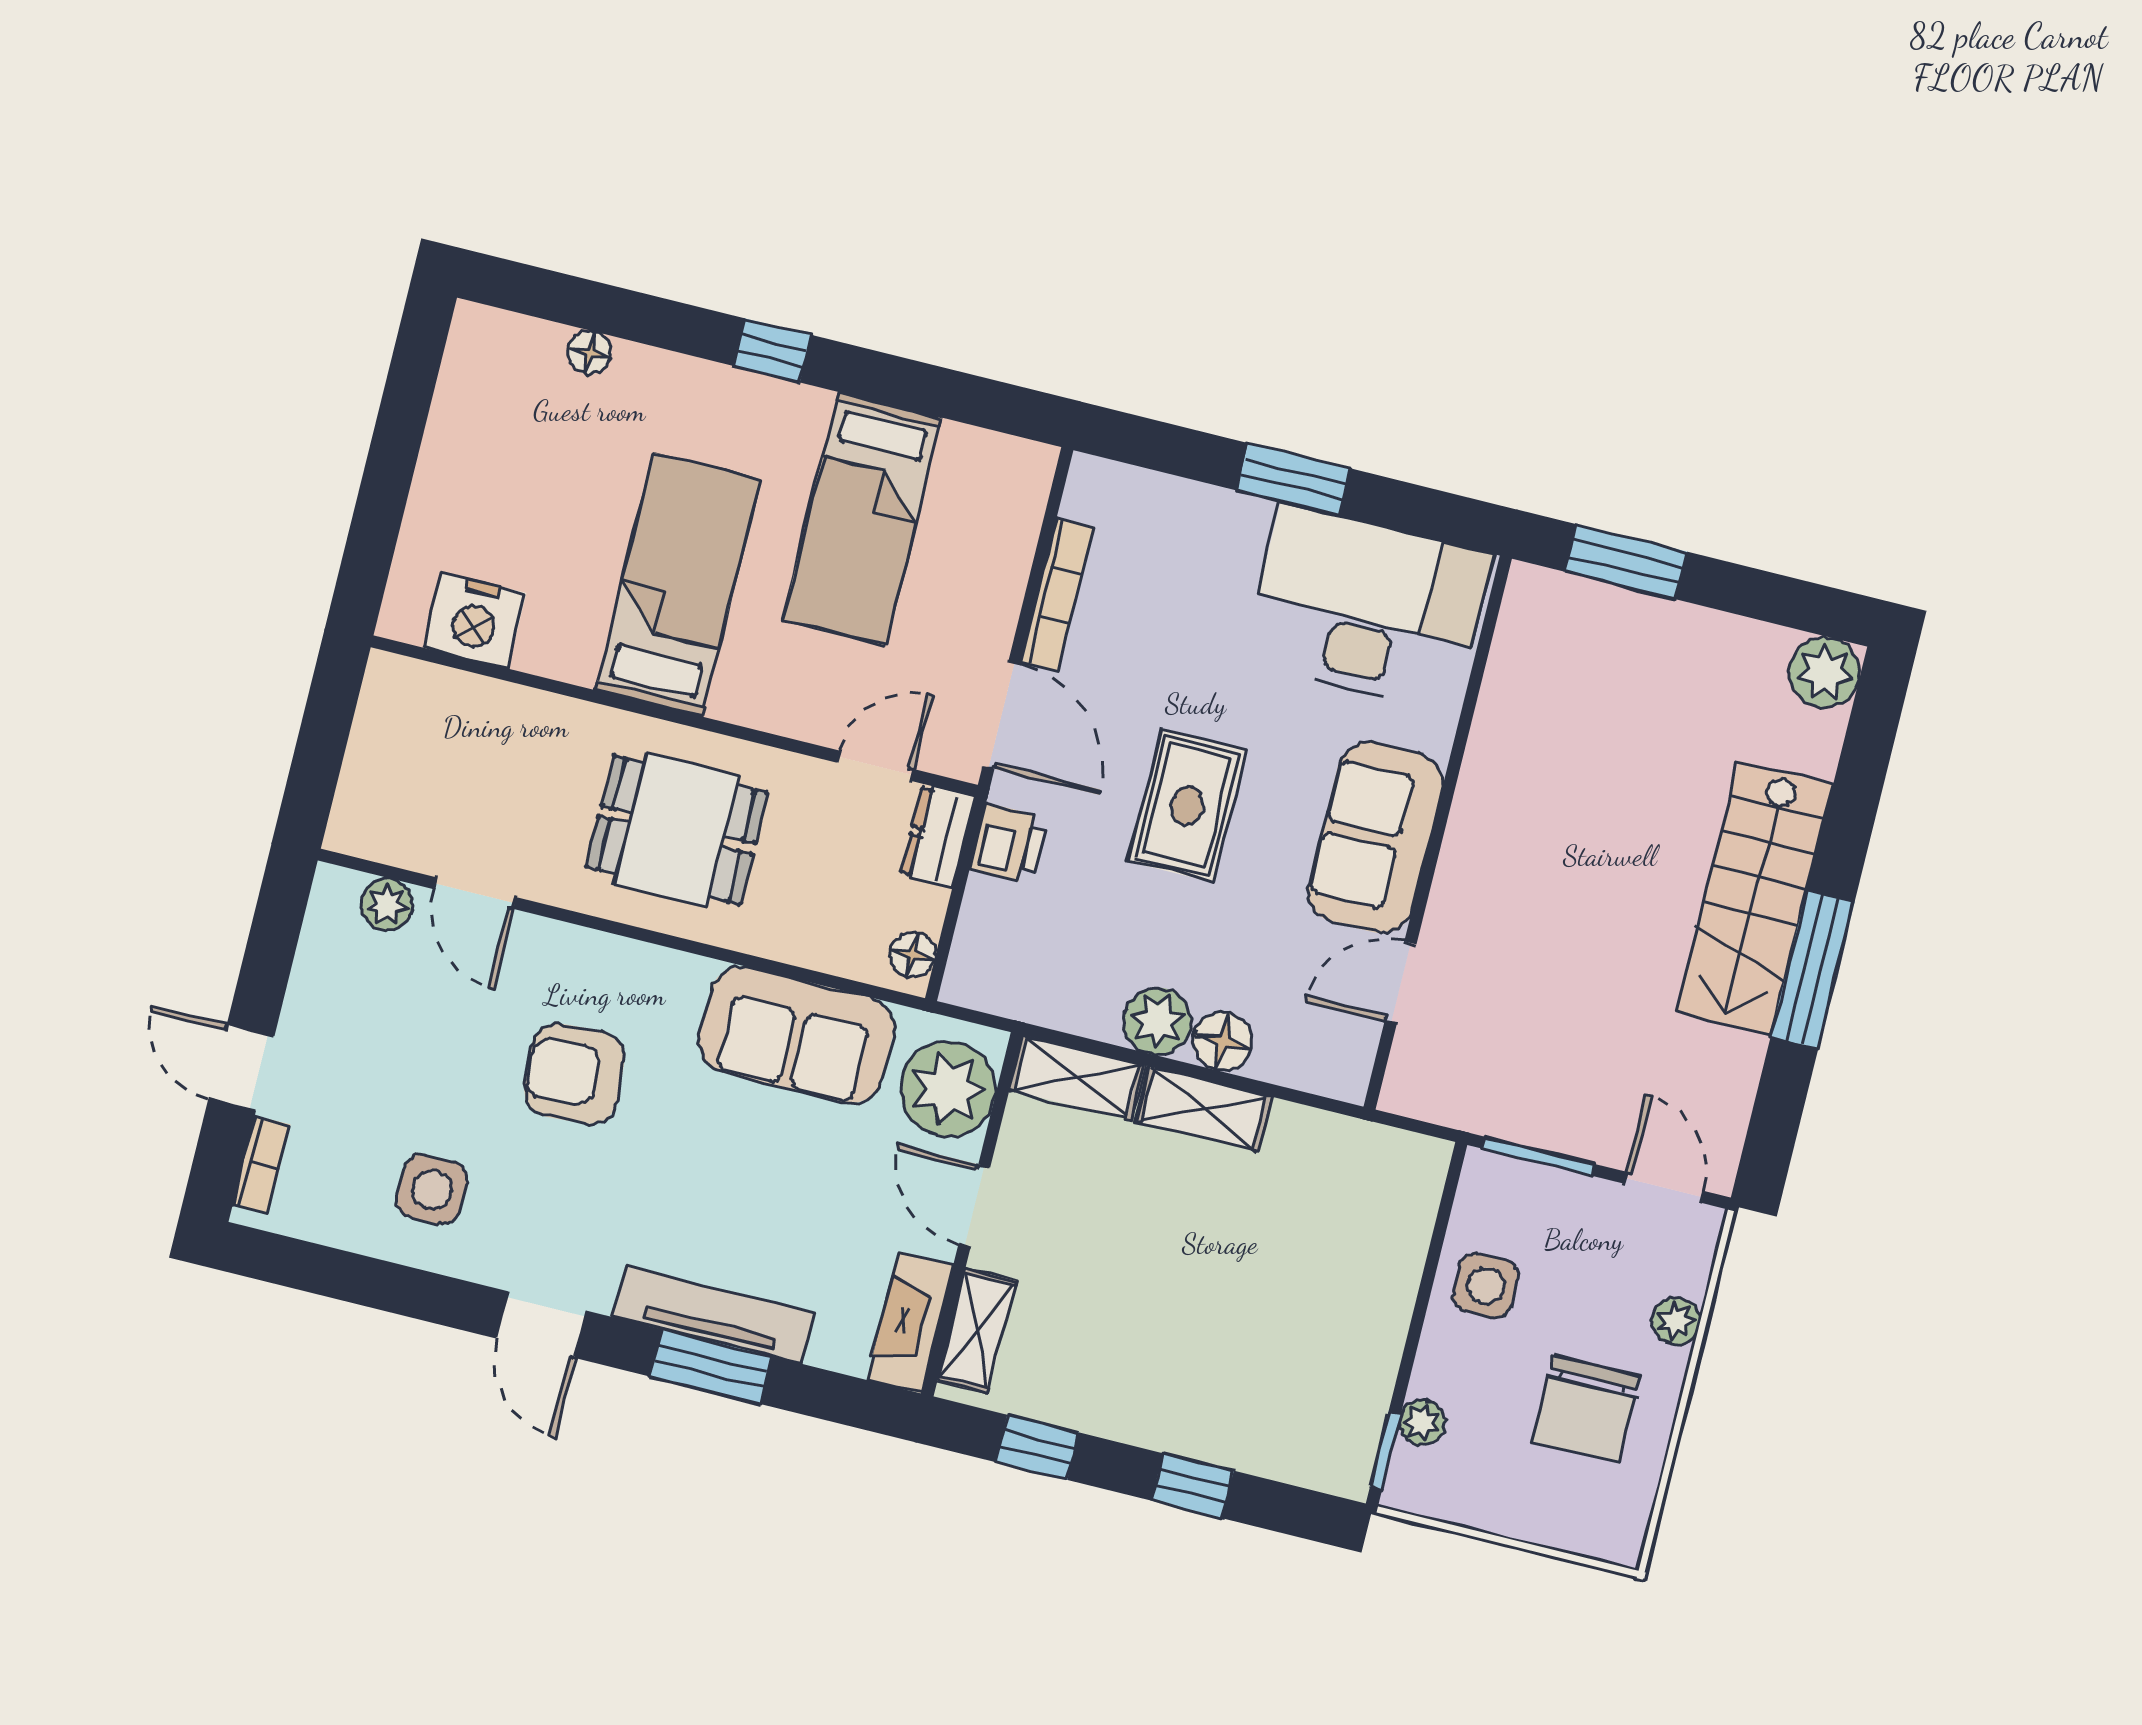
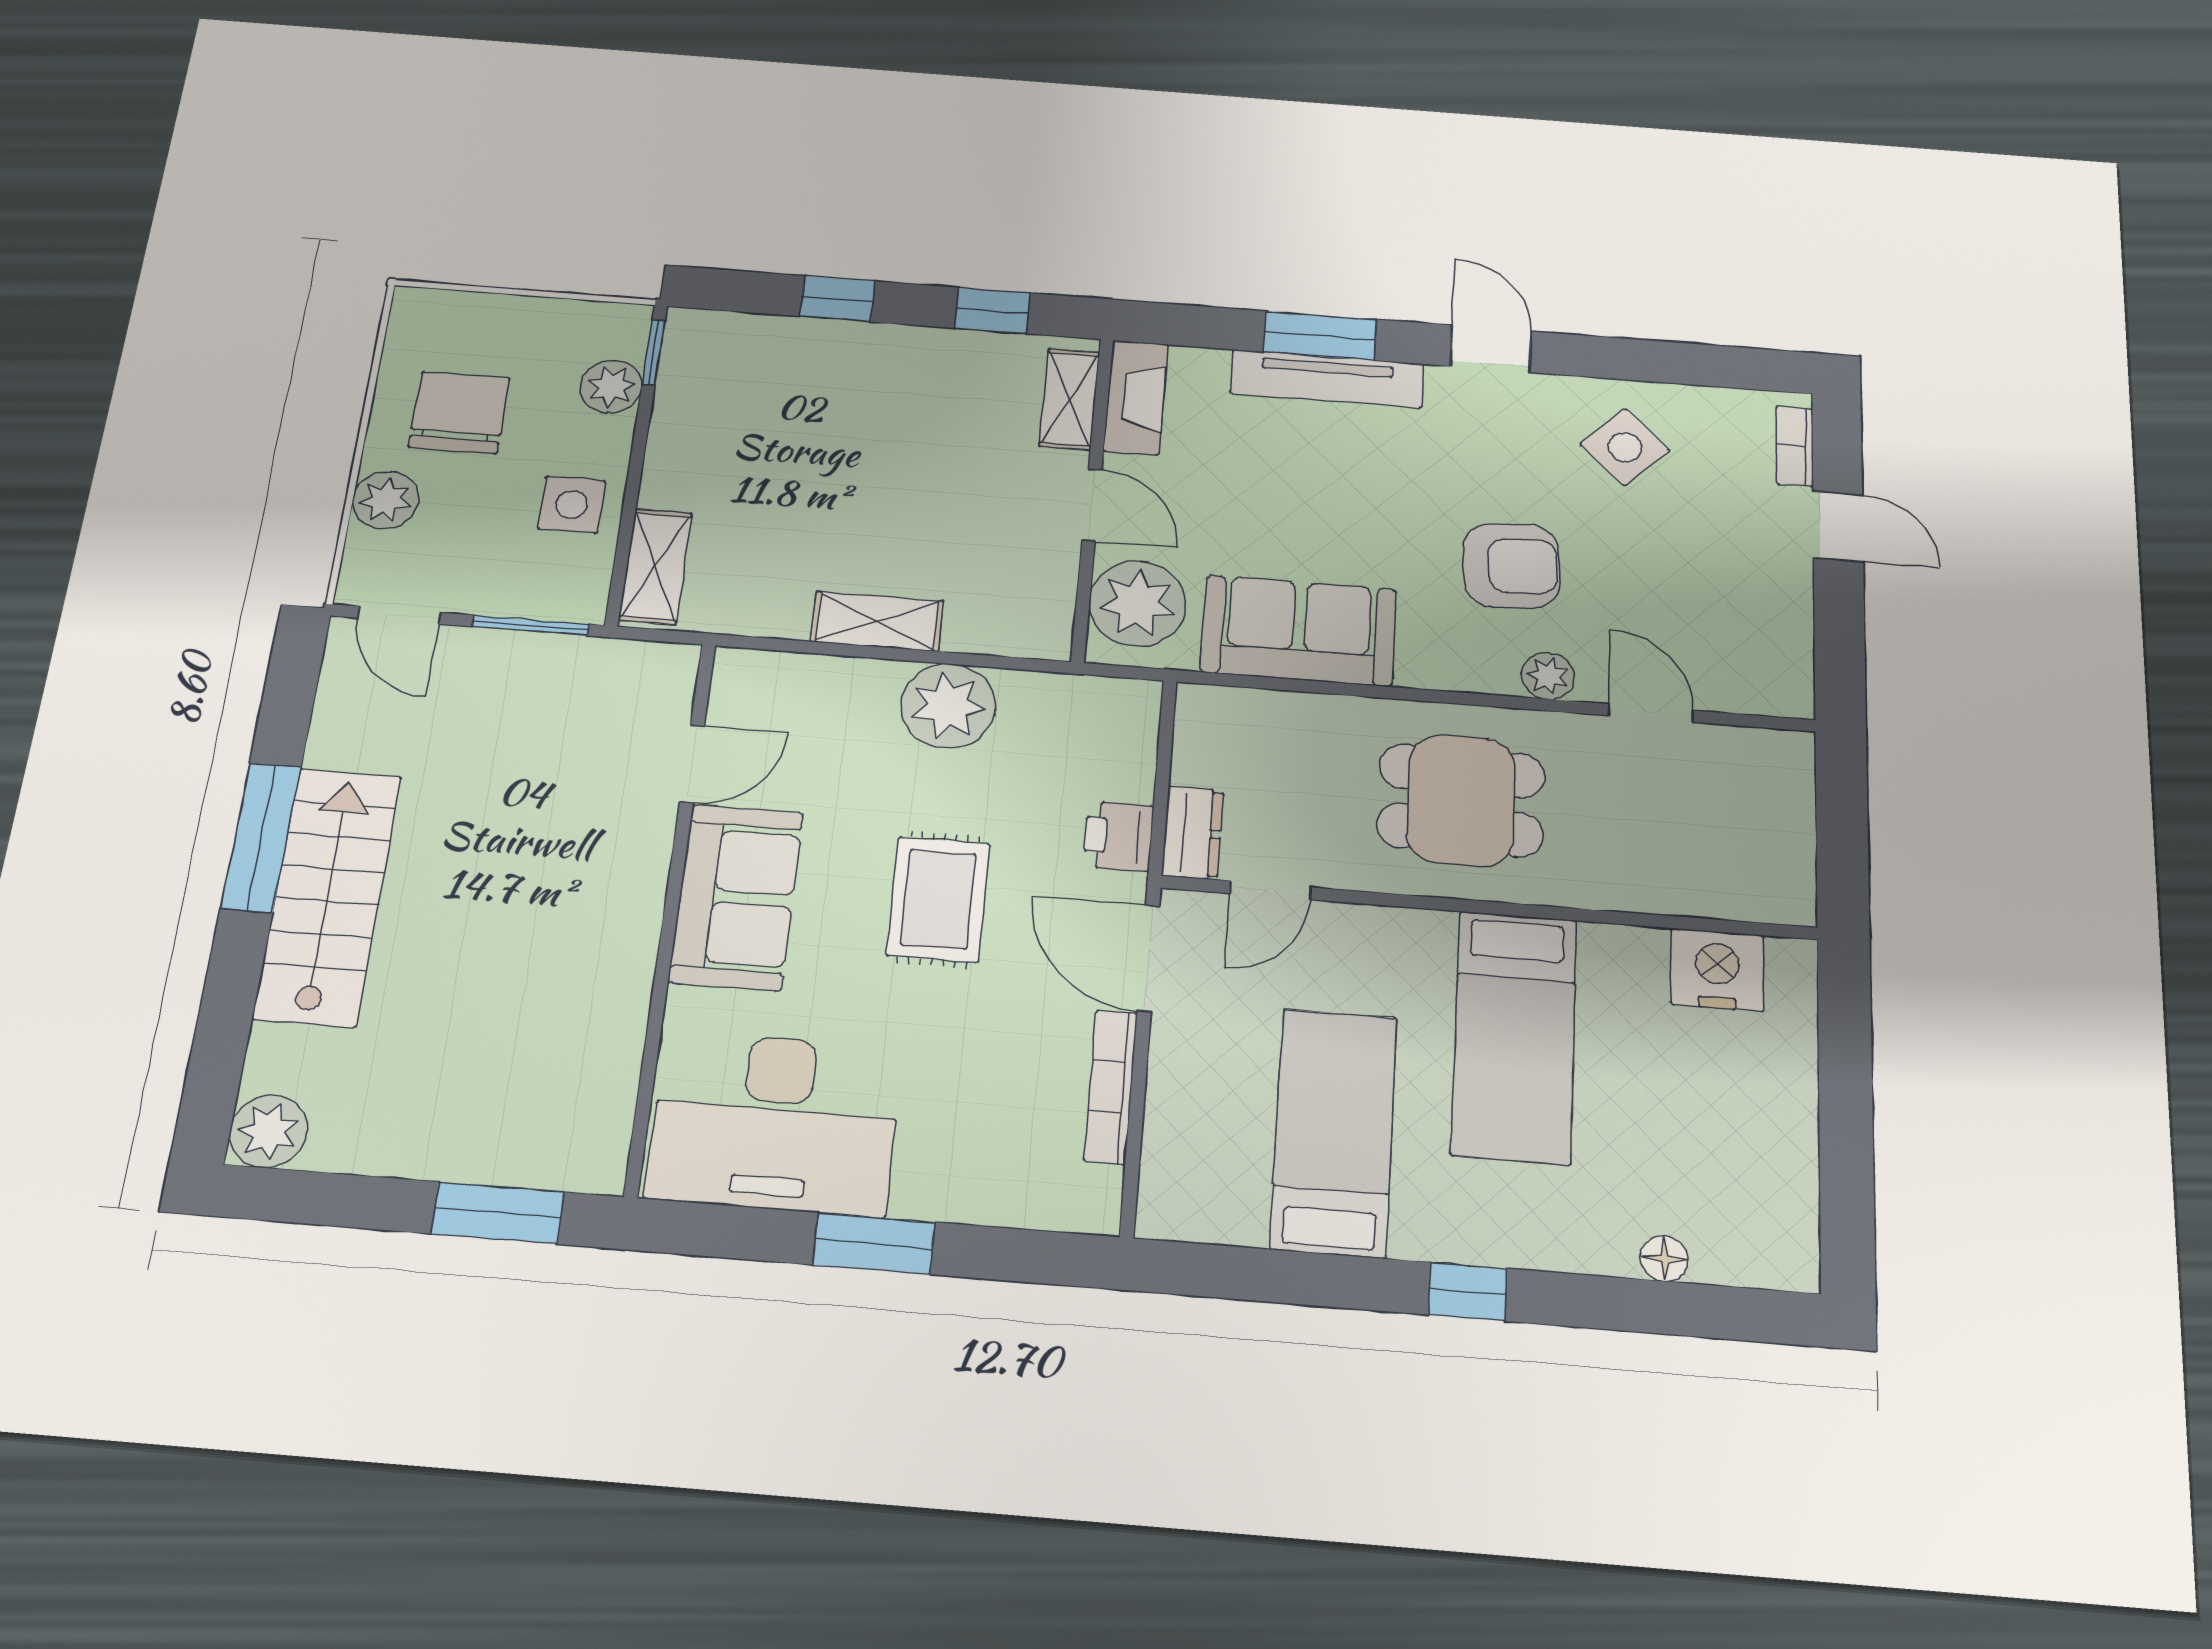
plant: (387, 904) -> (1548, 676), moved
floor lamp: (912, 955) -> (1197, 719), removed
plant: (1157, 1021) -> (948, 706), width x1.36, depth x1.36
floor lamp: (1222, 1041) -> (867, 685), removed
shelving: (1077, 1078) -> (655, 566), moved, turned 90
side table: (432, 1190) -> (1625, 447), turned 45
plant: (1676, 1321) -> (386, 500), width x1.38, depth x1.38
plant: (1422, 1422) -> (611, 387), width x1.38, depth x1.38

